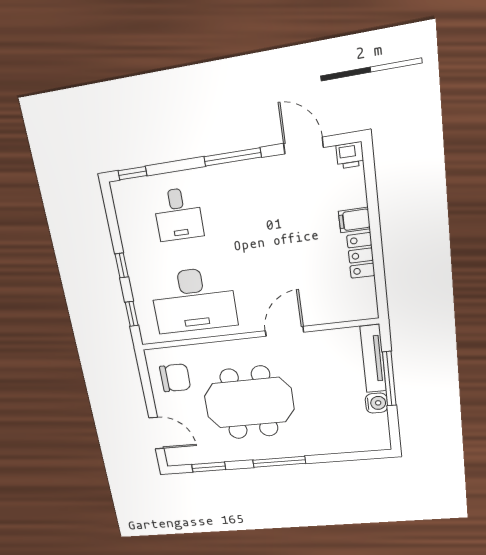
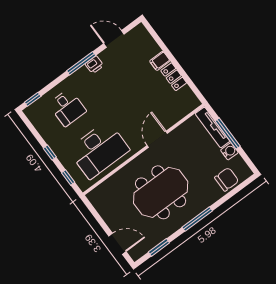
printer: (350, 155) -> (94, 65), moved
chair: (175, 378) -> (227, 179), moved

